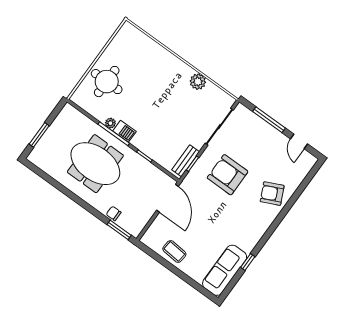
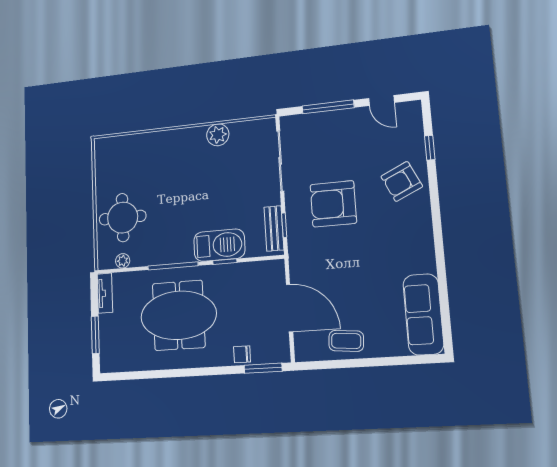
tv unit: (63, 116) -> (105, 293), added
plant: (110, 123) -> (123, 261), moved
barbecue: (124, 131) -> (219, 245), moved, width x1.88, depth x1.53
door: (167, 198) -> (290, 308), moved
window: (248, 262) -> (430, 148), moved

